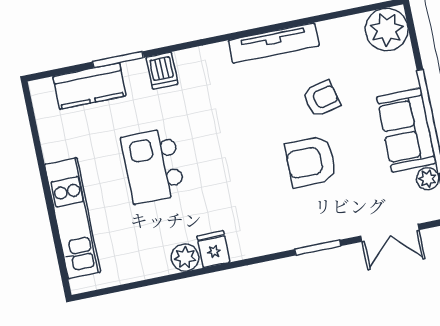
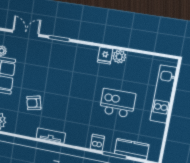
tv unit: (274, 43) -> (51, 136), width x0.71
armchair: (311, 162) -> (48, 78), removed
kitchen island: (153, 166) -> (118, 103), turned -90

